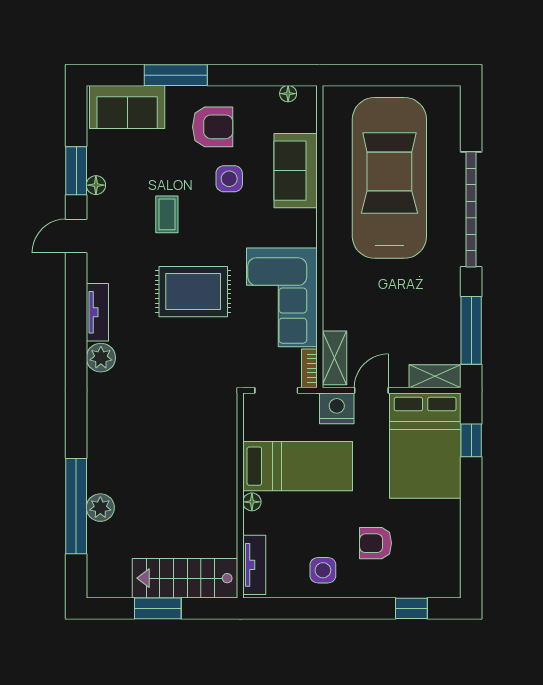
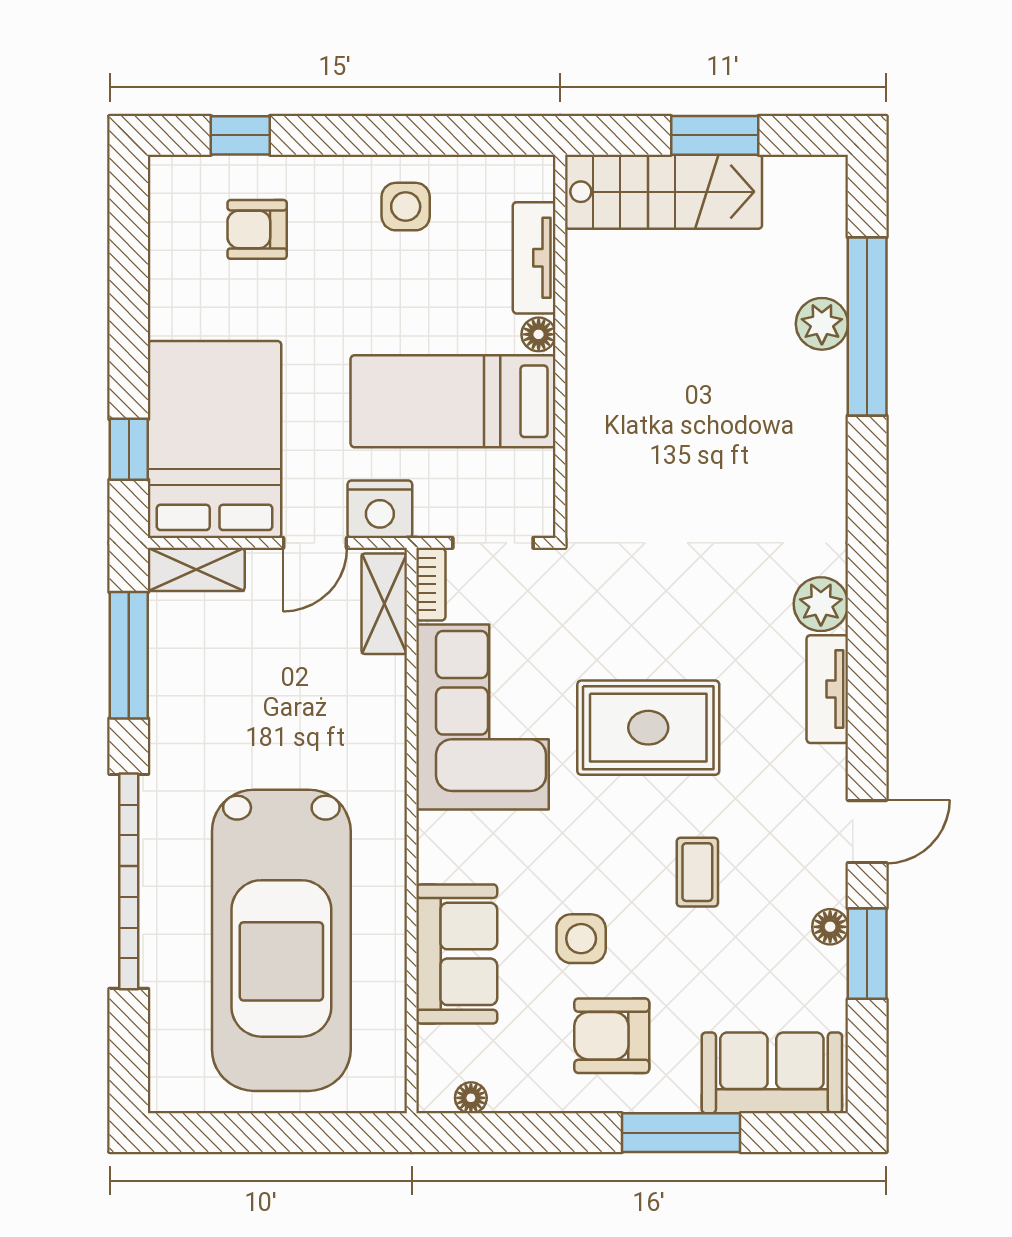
armchair: (376, 543) -> (257, 229), moved, turned 180
tv unit: (254, 565) -> (534, 258), moved

